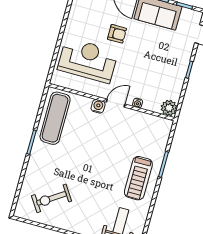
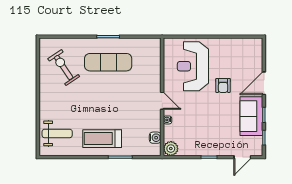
reception desk: (88, 60) -> (193, 66), turned 180
water cooler: (98, 106) -> (155, 138), moved
exercise mat: (55, 118) -> (108, 62), moved

